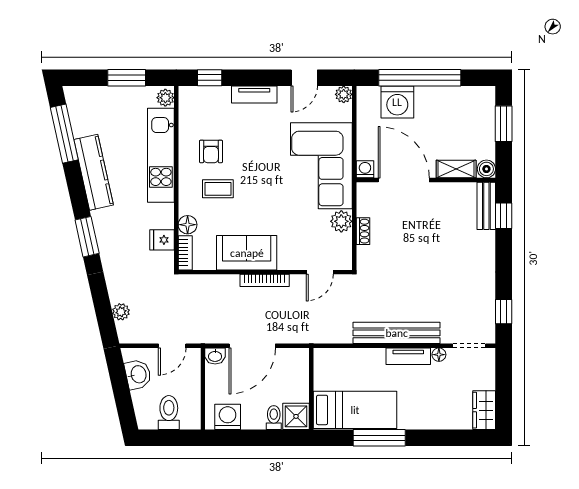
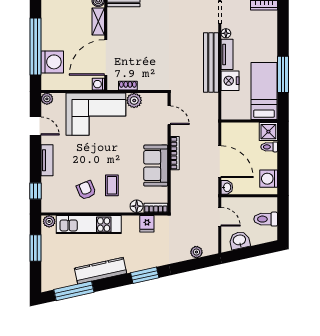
armchair: (211, 151) -> (86, 190), turned -113
shoe rack: (363, 231) -> (128, 86), moved
nightstand: (370, 361) -> (230, 81), added

